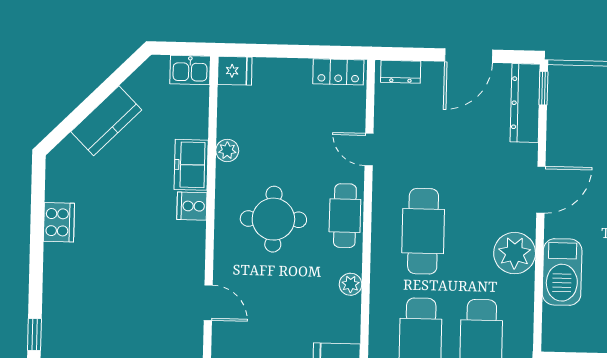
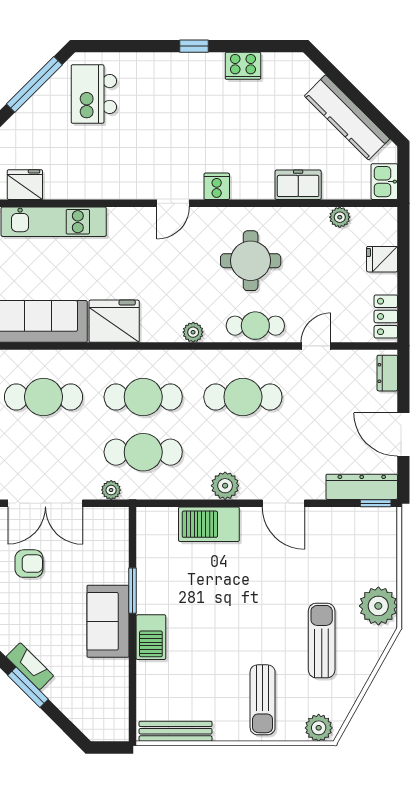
fridge: (235, 71) -> (382, 259), moved, turned 90
kitchen counter: (106, 121) -> (347, 117), width x1.50
plant: (227, 150) -> (340, 217), moved
cooker: (192, 206) -> (217, 186), moved
plant: (515, 253) -> (225, 486), width x0.73, depth x0.73
window: (34, 335) -> (194, 46), moved

